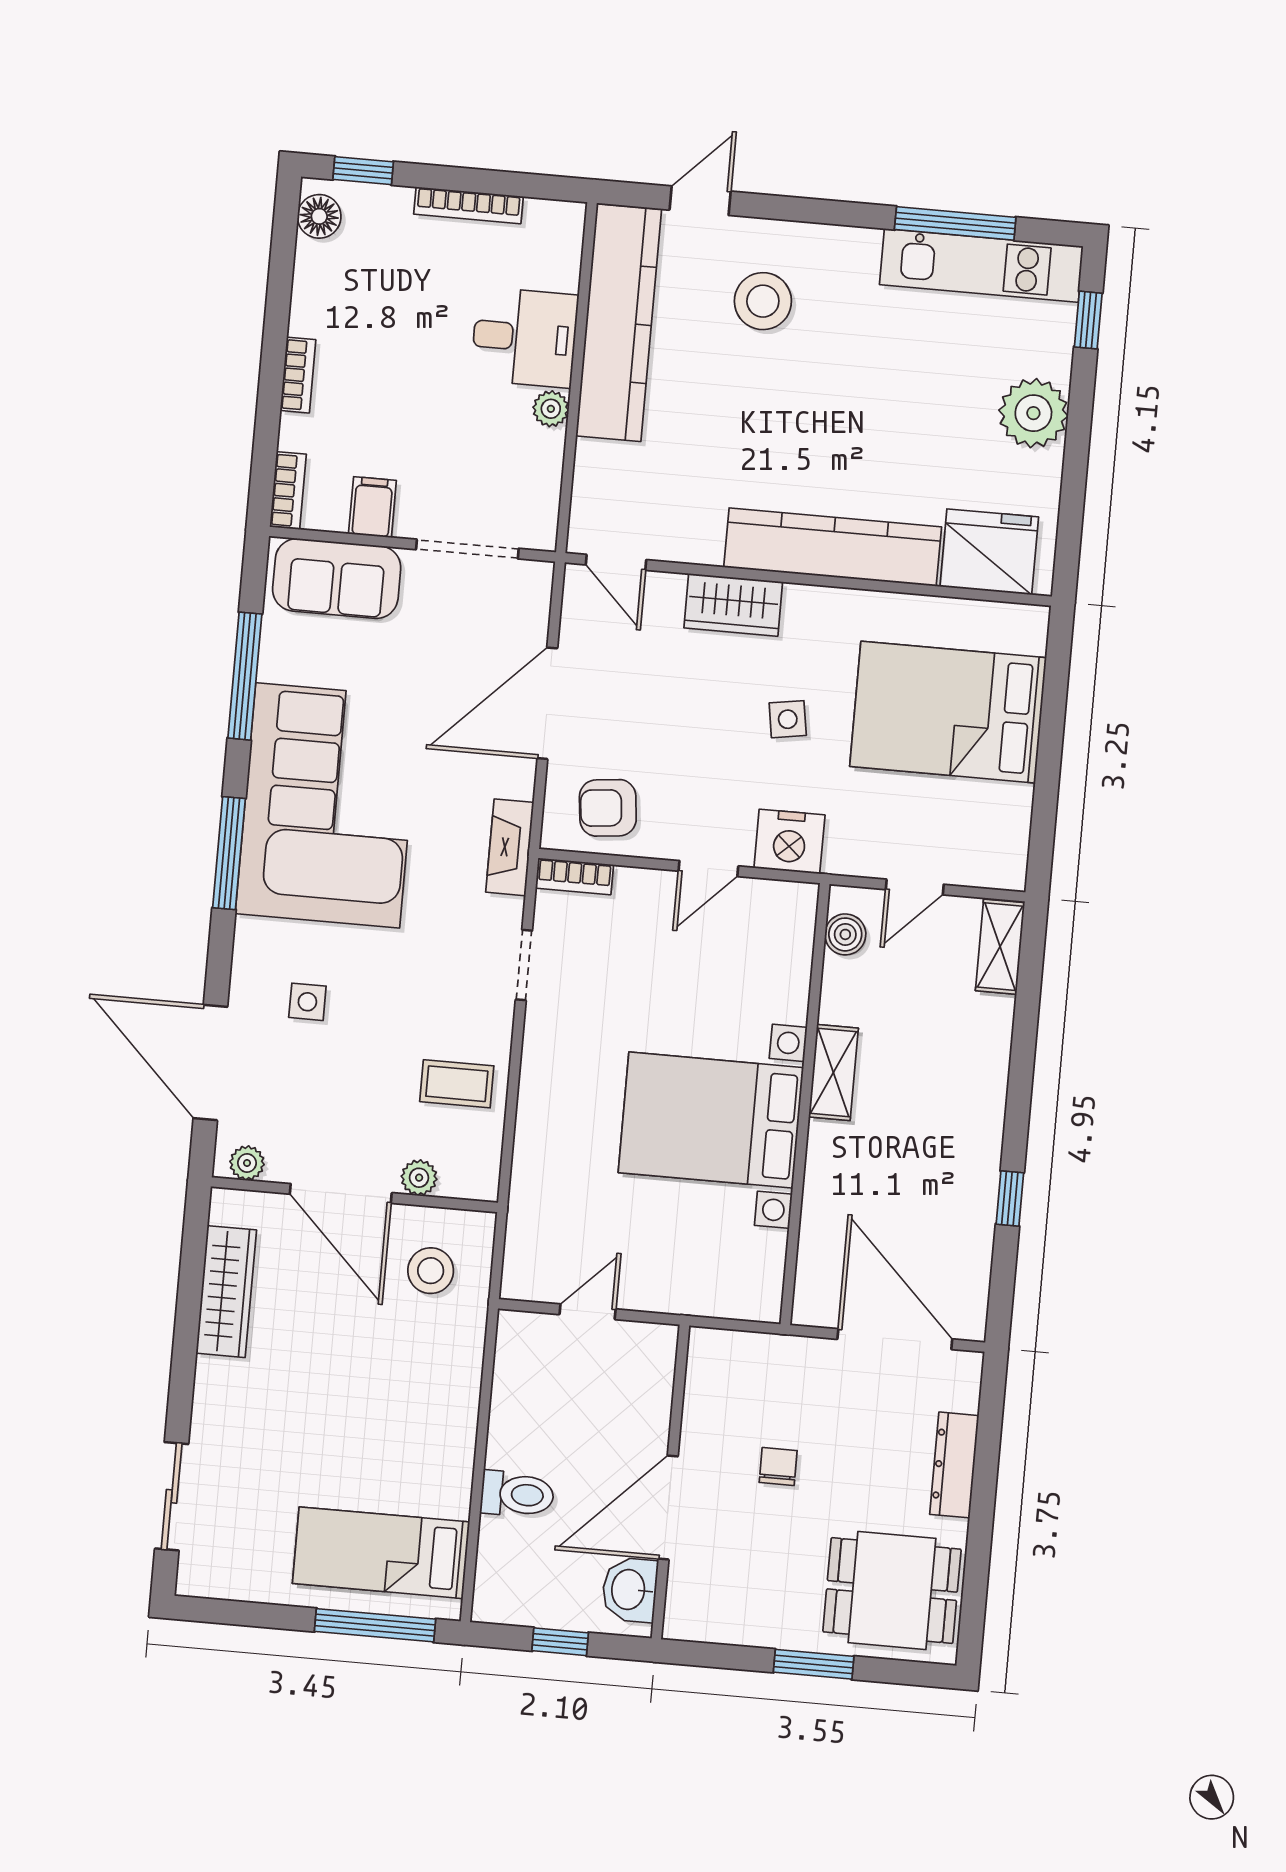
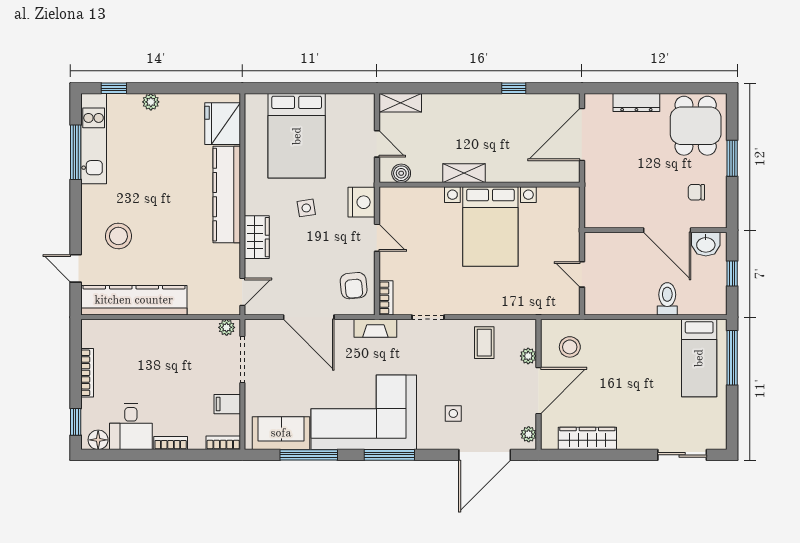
desk: (524, 337) -> (131, 427), moved, turned 180
plant: (551, 409) -> (227, 327), moved
plant: (1033, 413) -> (151, 102), width x0.53, depth x0.53
sofa: (337, 578) -> (281, 433), moved, turned -90
chair: (778, 1467) -> (696, 192), moved

